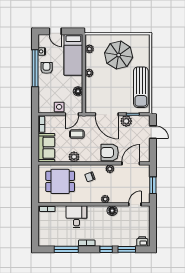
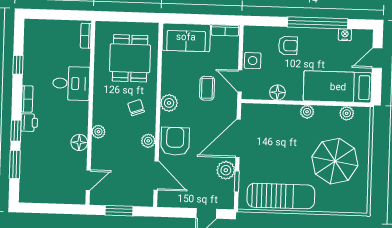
armchair: (47, 68) -> (288, 46), moved
sun lounger: (141, 87) -> (281, 196), turned 180
plant: (74, 157) -> (169, 103), moved
door: (135, 204) -> (88, 180), hinge flipped
printer: (142, 241) -> (29, 123), moved
window: (66, 249) -> (18, 65), width x0.46

